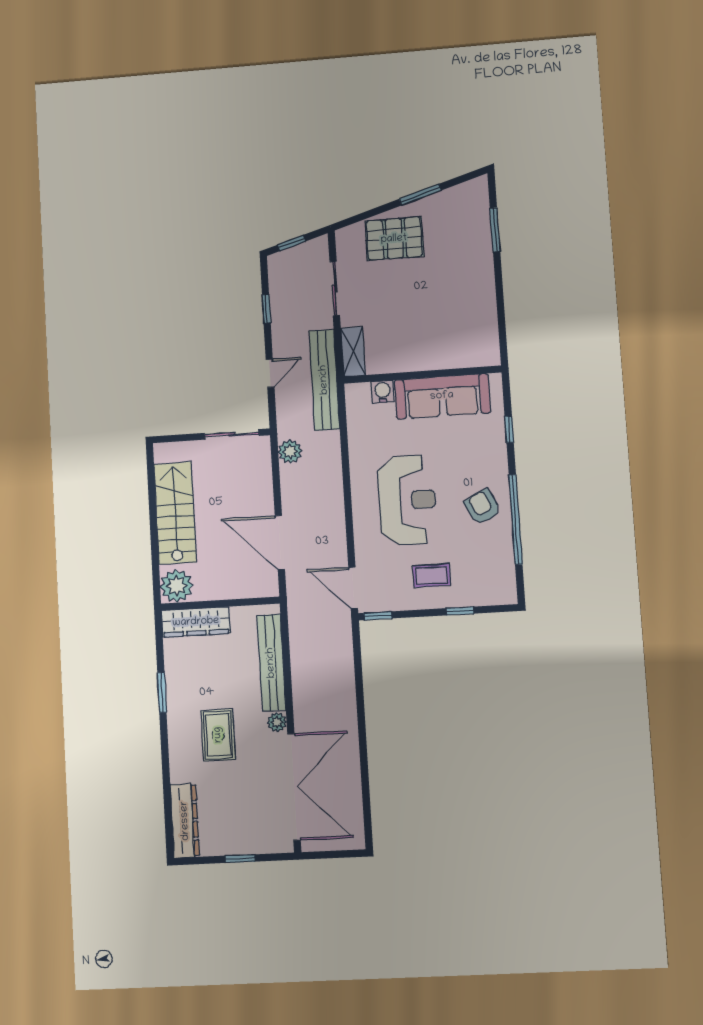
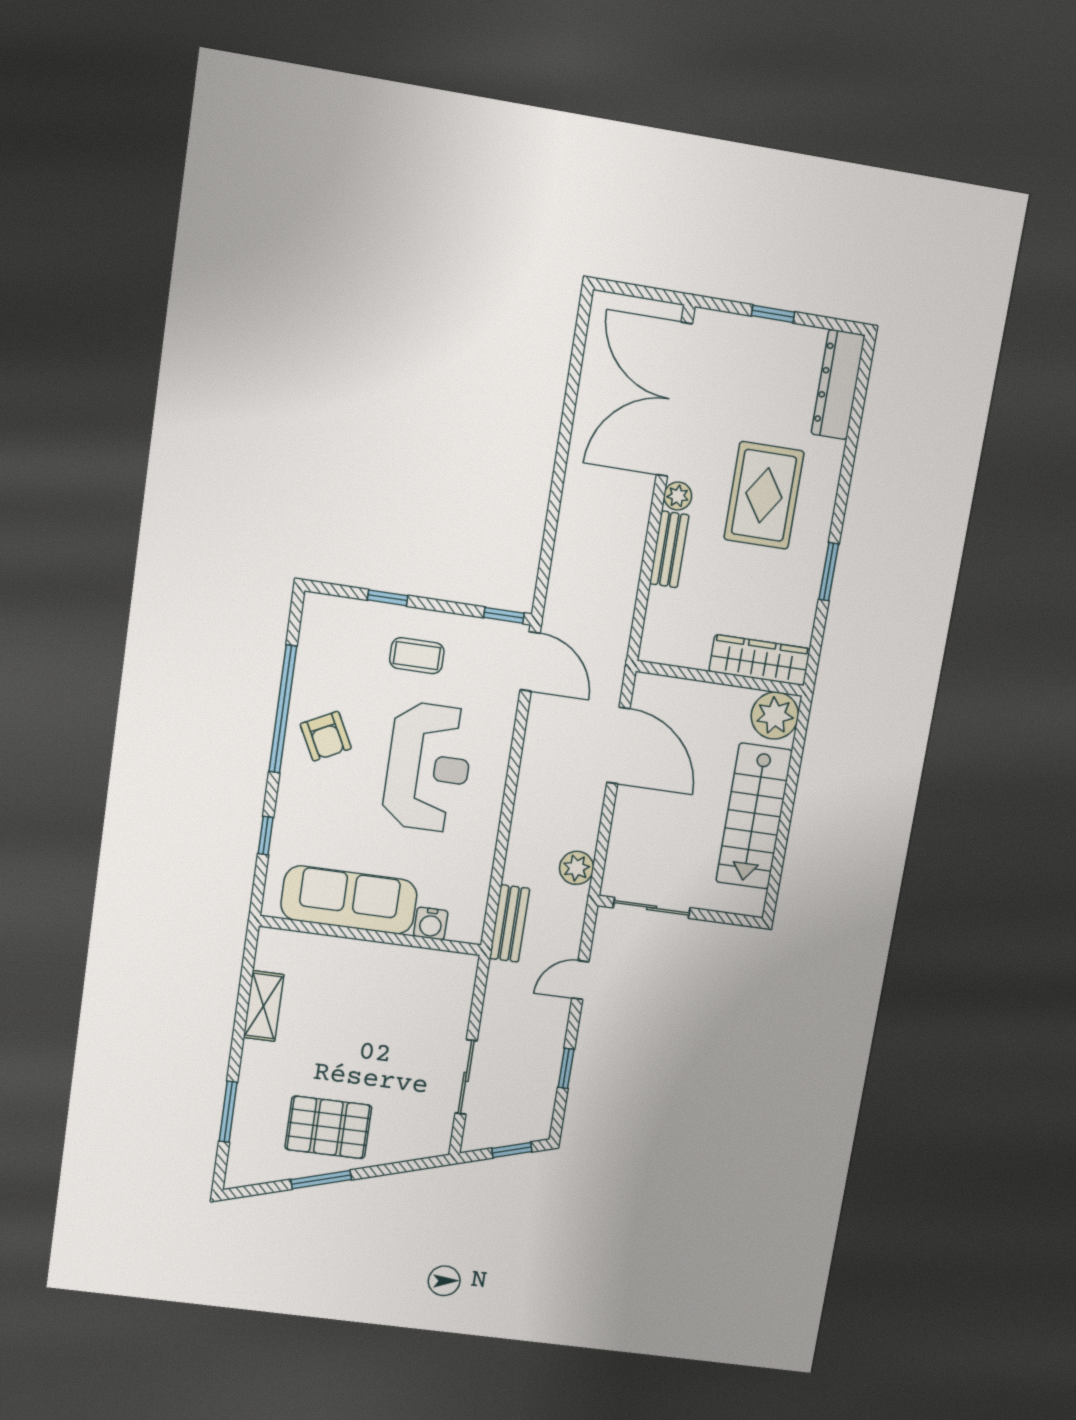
pallet: (394, 239) -> (328, 1127), moved
shelving: (353, 352) -> (264, 1006), moved
bench: (324, 380) -> (509, 923), width x0.54, depth x0.82
reception desk: (407, 500) -> (428, 767), turned 180
bench: (271, 663) -> (669, 549), width x0.54, depth x0.82
rug: (218, 735) -> (764, 495), width x1.36, depth x1.43

